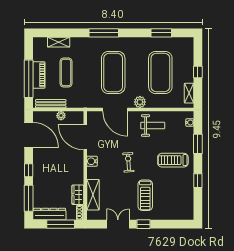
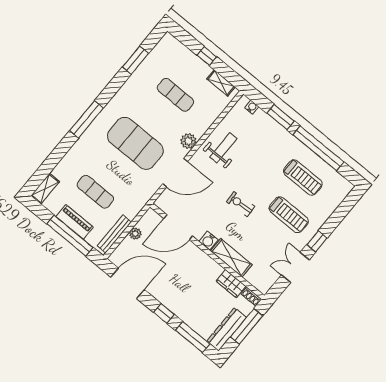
shelving: (59, 42) -> (45, 189), moved
exercise mat: (160, 72) -> (175, 95), width x0.50, depth x0.69
treadmill: (173, 160) -> (303, 178), moved, turned -90
window: (198, 181) -> (318, 148), width x3.17
shelving: (93, 195) -> (231, 258), moved

